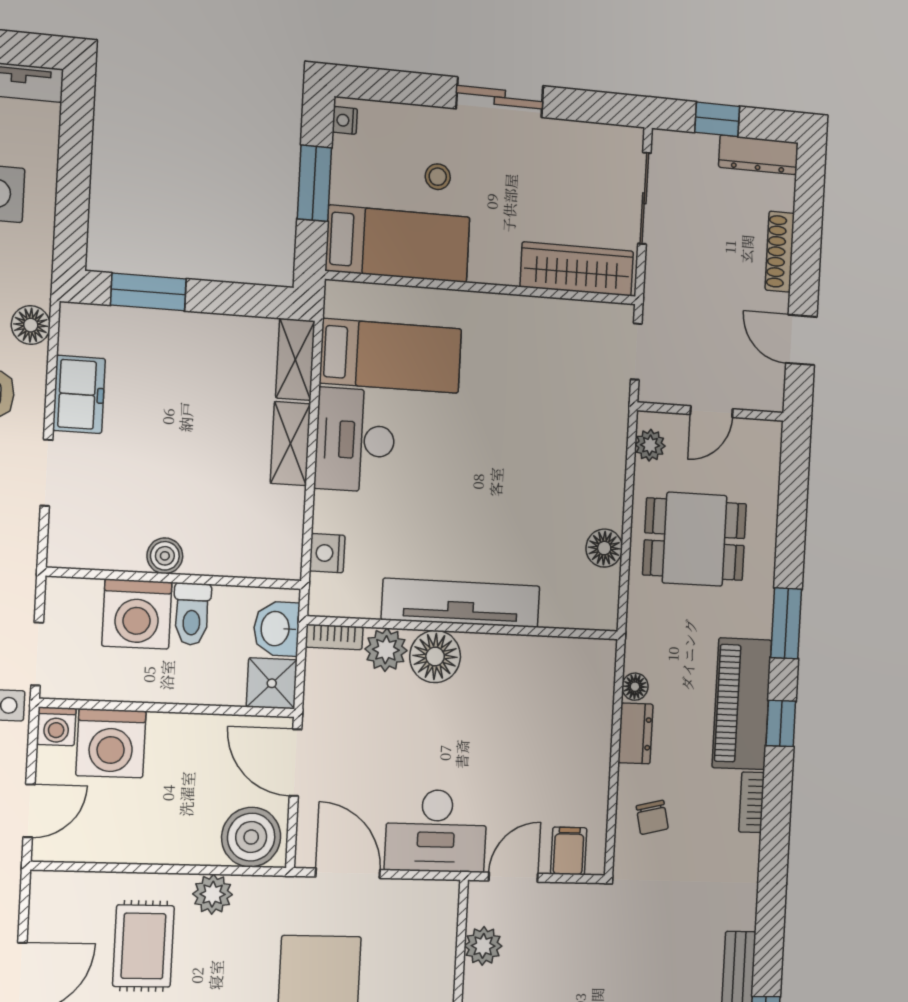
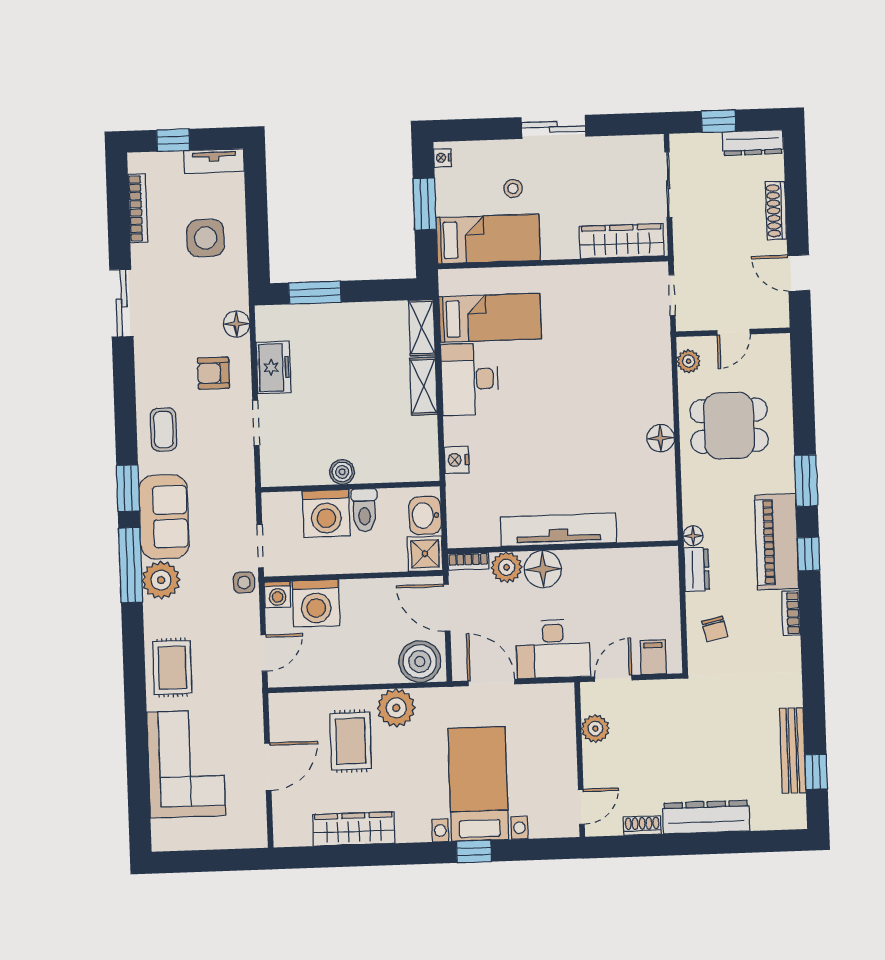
tv unit: (461, 603) -> (558, 530), moved
wall: (465, 628) -> (563, 547), moved
bookcase: (334, 637) -> (468, 561), moved
plant: (386, 650) -> (507, 567), moved
floor lamp: (435, 656) -> (543, 569), moved
plant: (213, 894) -> (396, 708), width x1.36, depth x1.36

